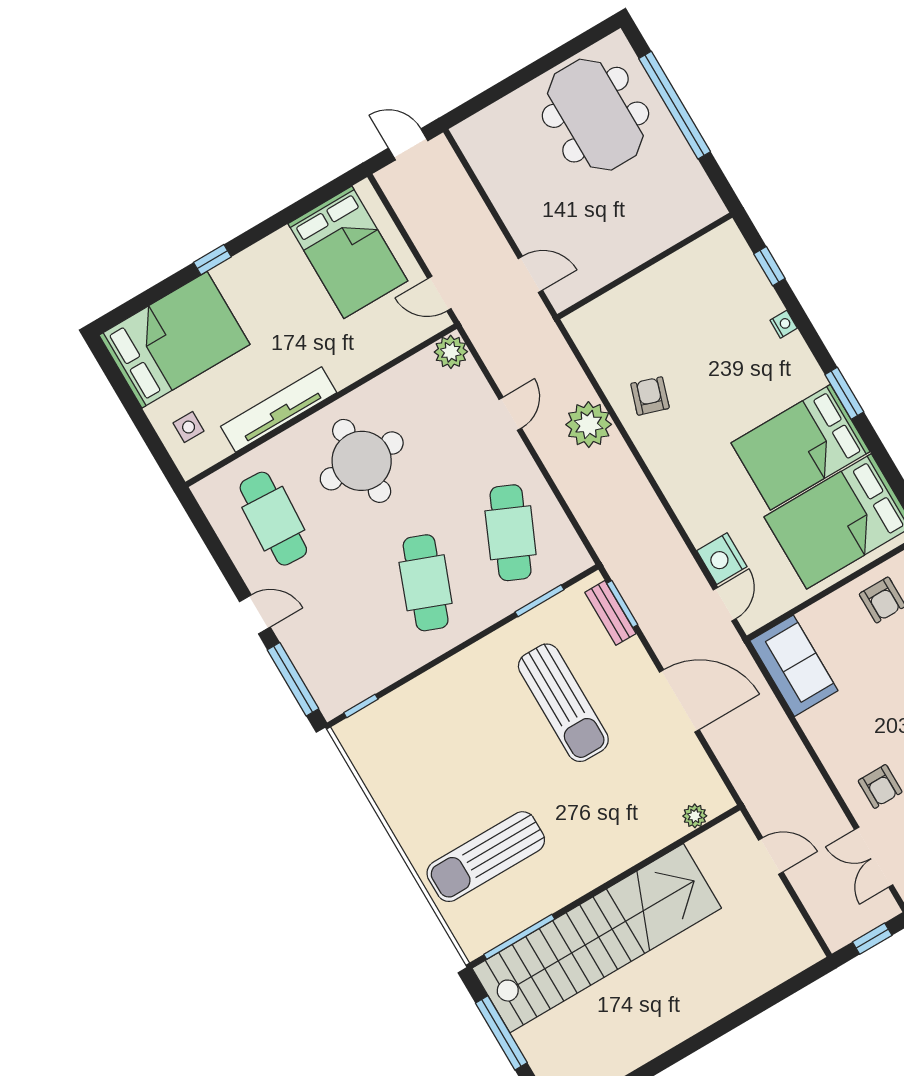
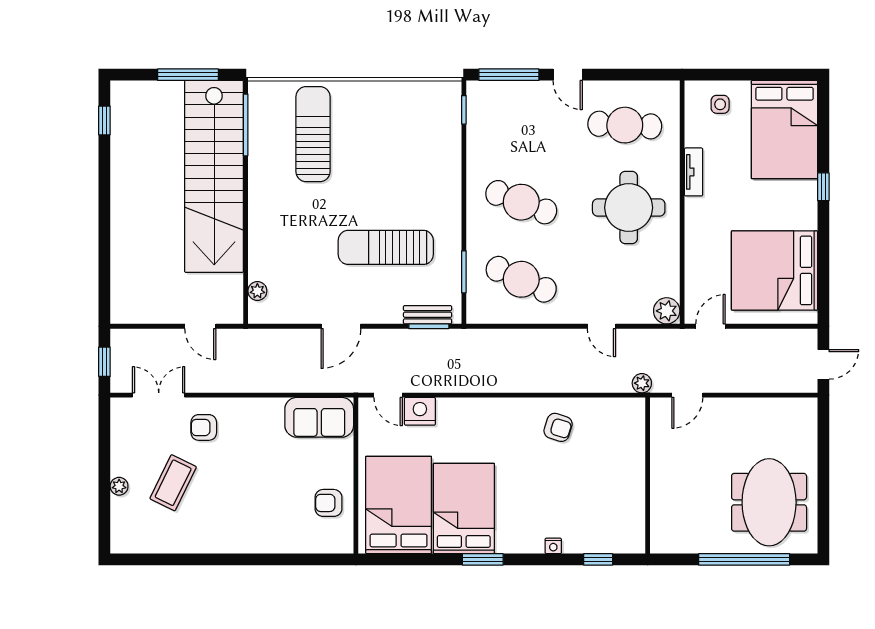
meeting table: (595, 115) -> (769, 502), turned 90
bed: (348, 252) -> (775, 270), width x1.36
tv unit: (279, 410) -> (694, 172), width x0.52, depth x0.78
plant: (589, 425) -> (642, 383), moved, width x0.53, depth x0.53
door: (255, 614) -> (568, 75), hinge flipped
door: (679, 701) -> (341, 326), width x0.73
door: (771, 856) -> (200, 326), hinge flipped

